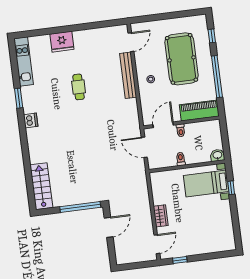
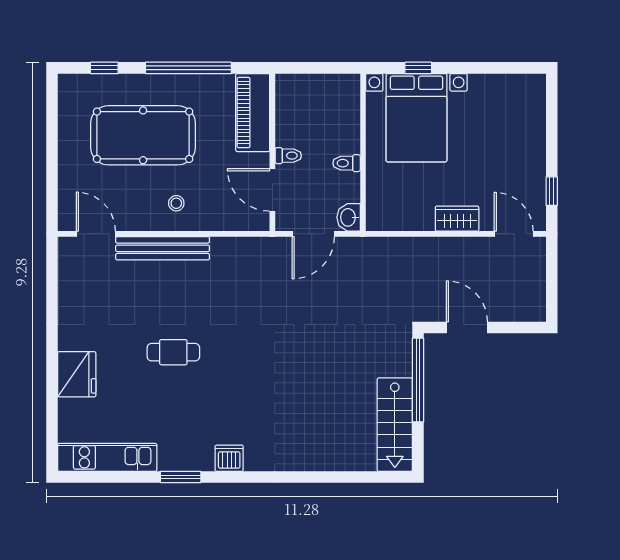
washbasin: (217, 155) -> (349, 217), moved
bed with nightstands: (206, 183) -> (416, 118), width x1.36
stairs: (41, 186) -> (395, 425), moved, turned -90

